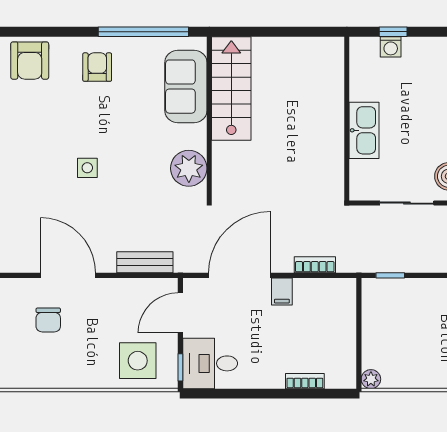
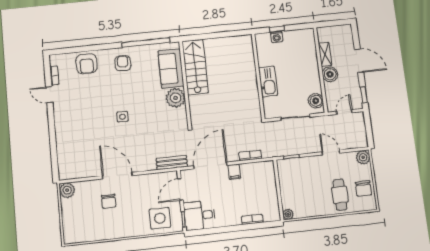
plant: (189, 168) -> (176, 98), moved
bench: (145, 262) -> (172, 163), moved

